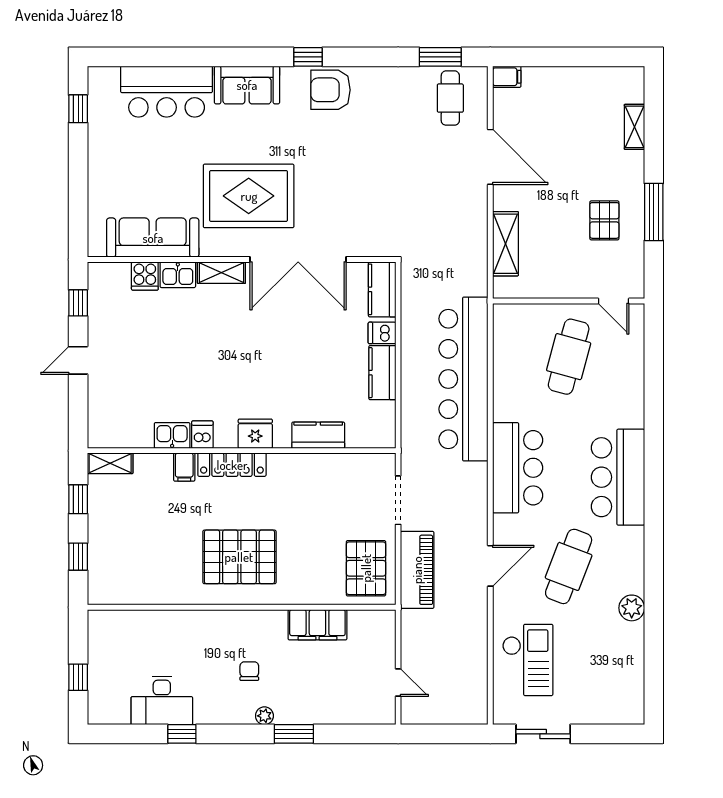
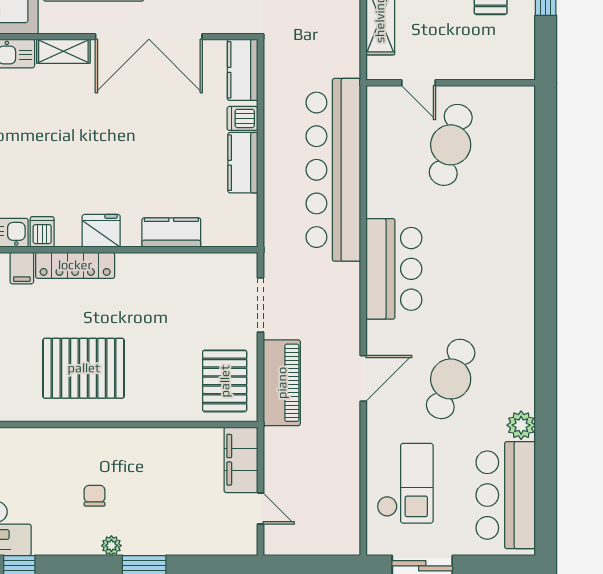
door: (614, 301) -> (419, 83), moved
bar counter: (618, 477) -> (506, 495), moved
filing cabinet: (317, 625) -> (241, 460), moved, turned 90

